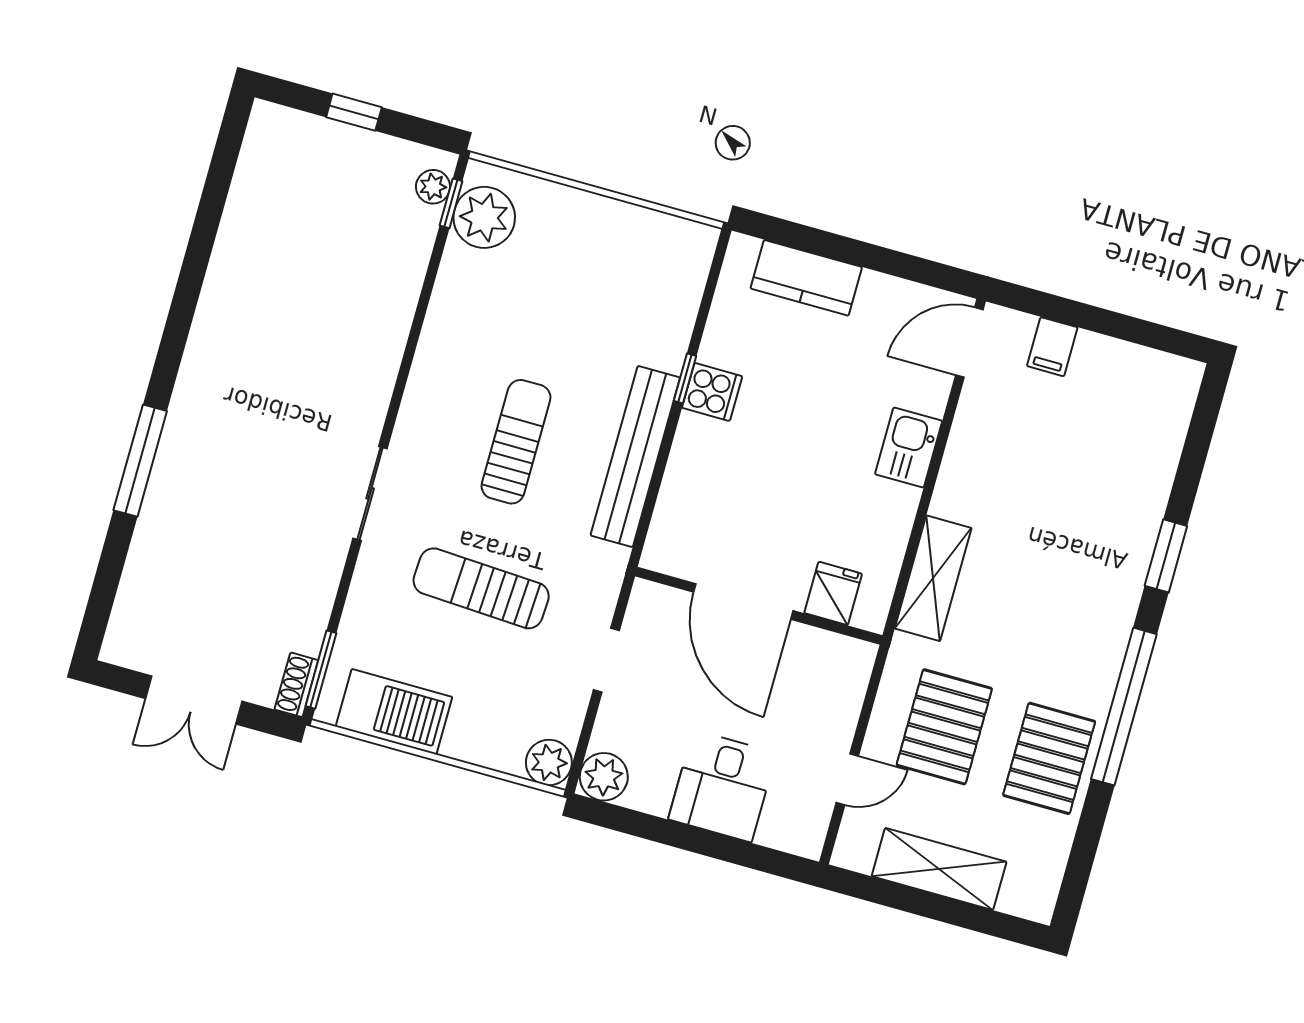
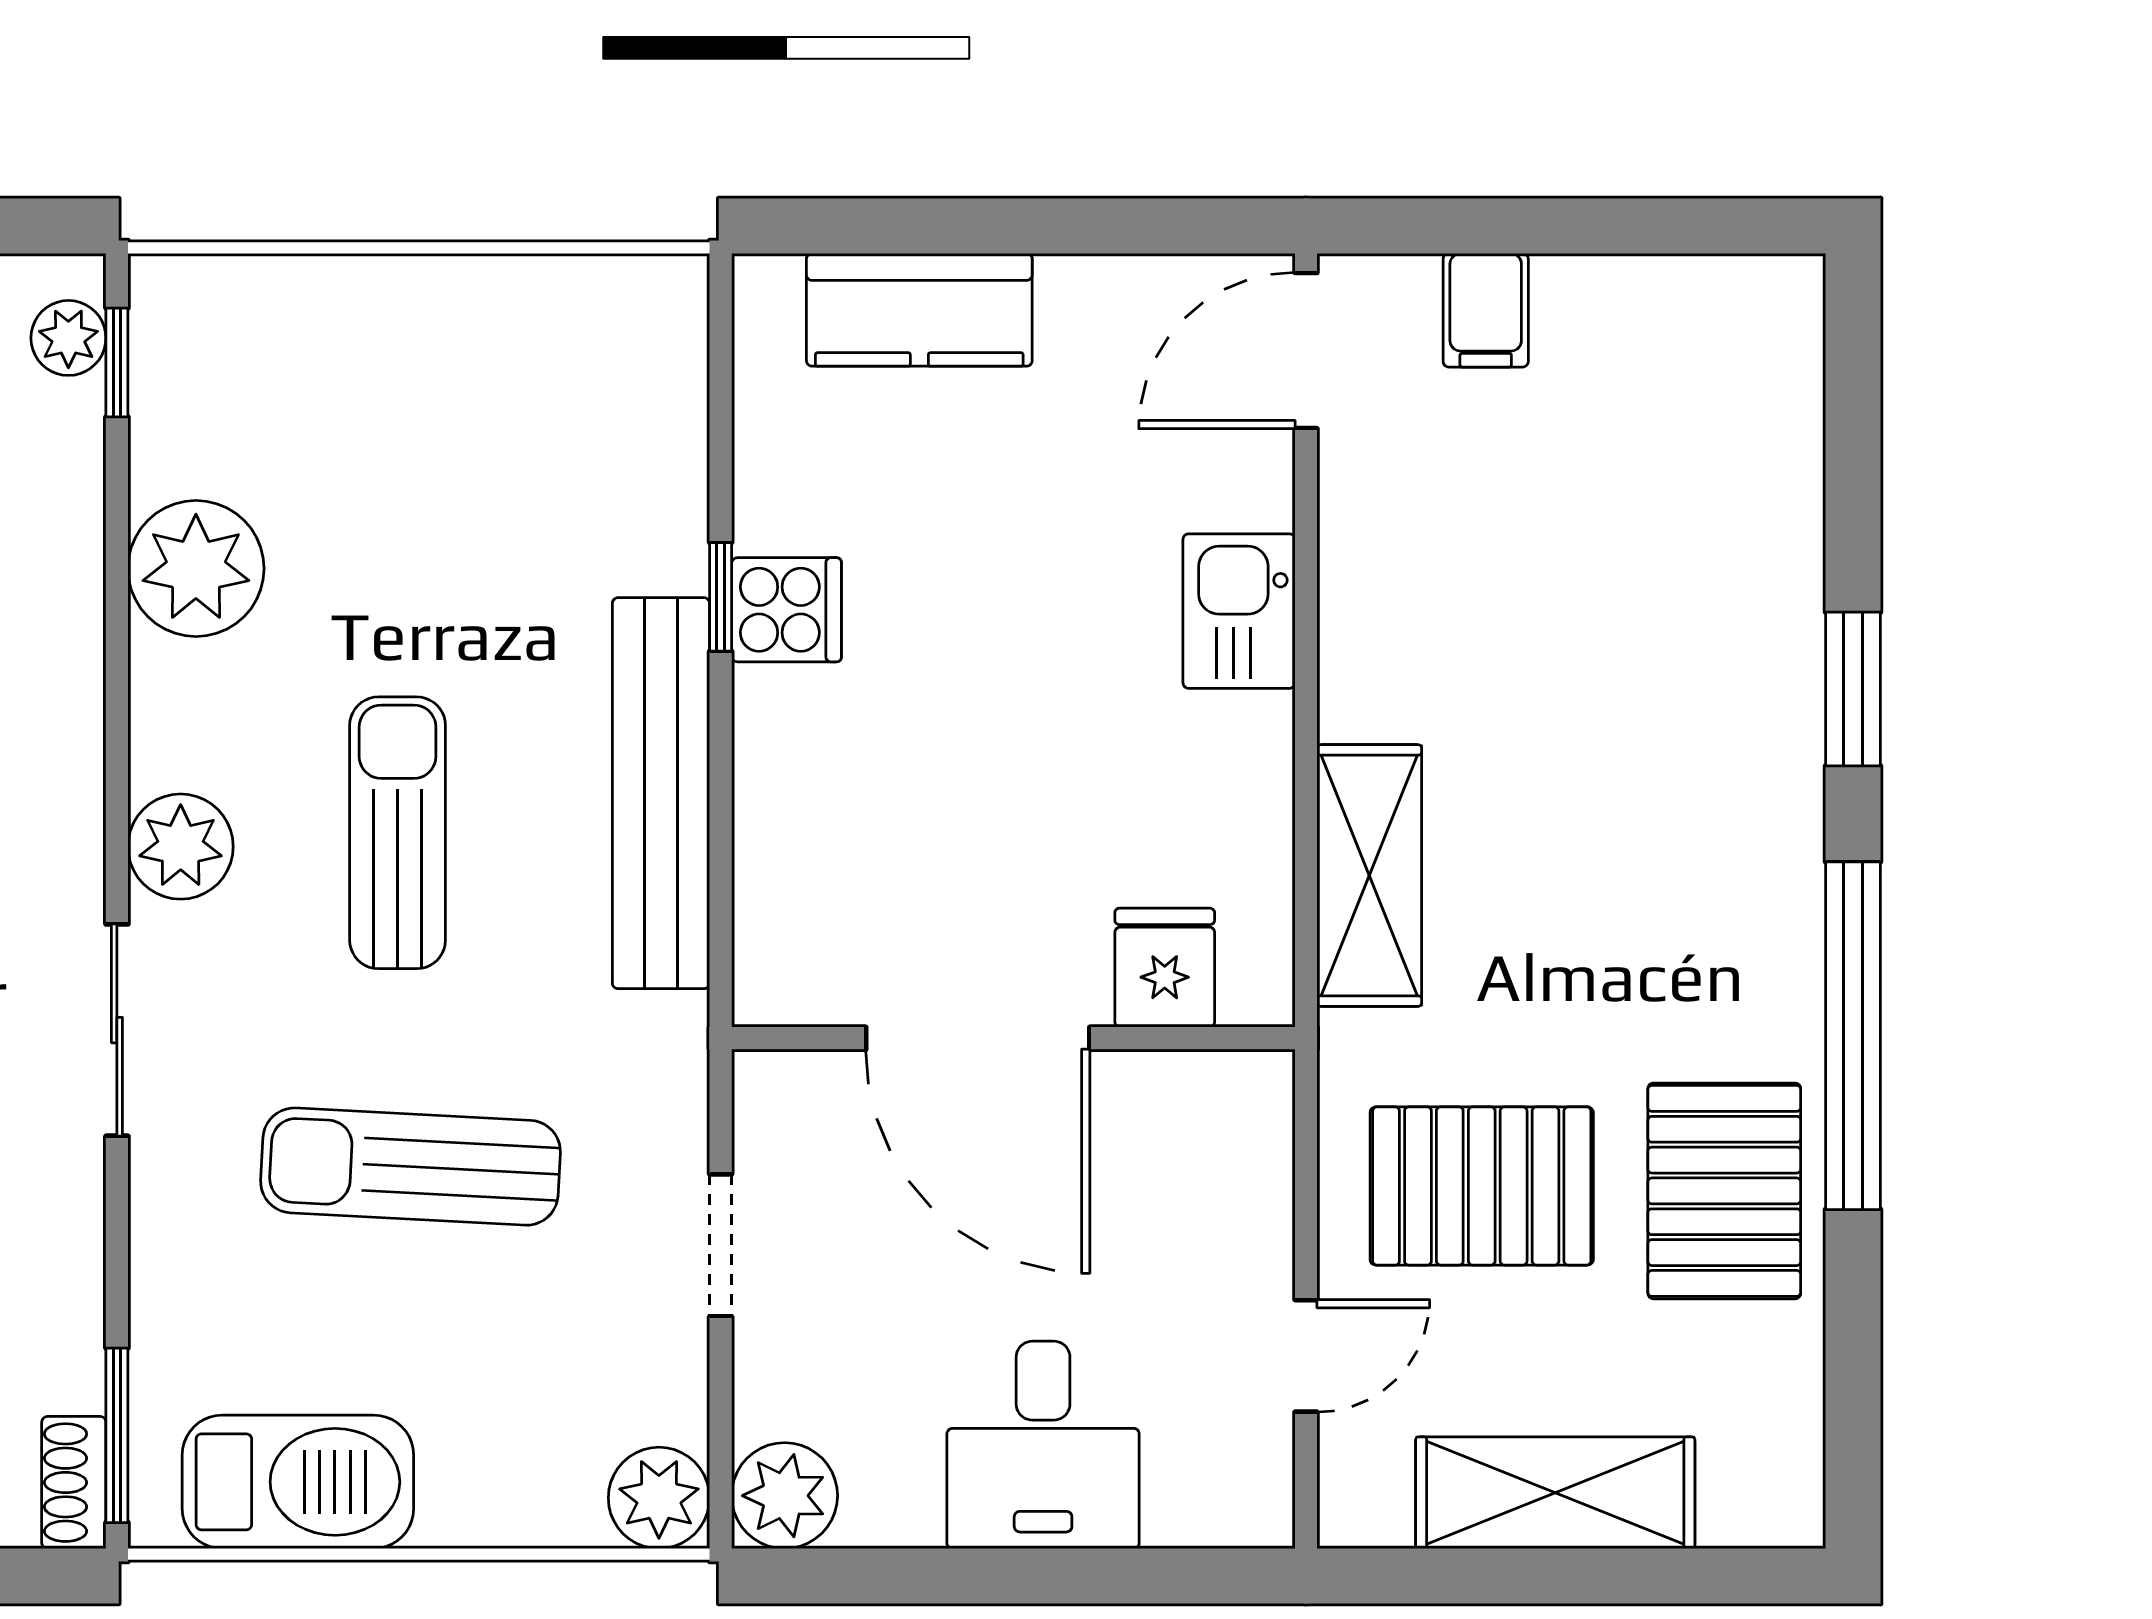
plant: (484, 217) -> (196, 568), moved
plant: (420, 421) -> (181, 847), added
pallet: (944, 727) -> (1482, 1186), turned 90

